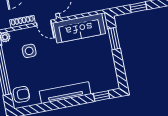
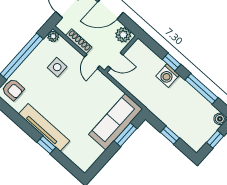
sofa: (79, 28) -> (116, 122), moved, turned 90
window: (102, 96) -> (46, 145), moved

